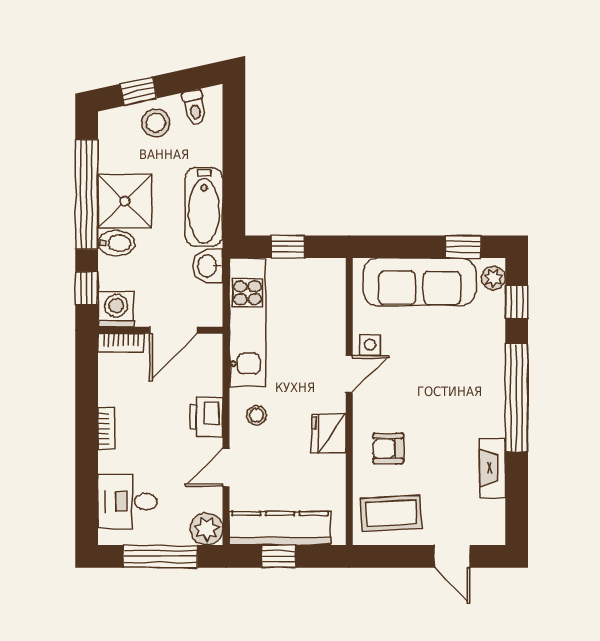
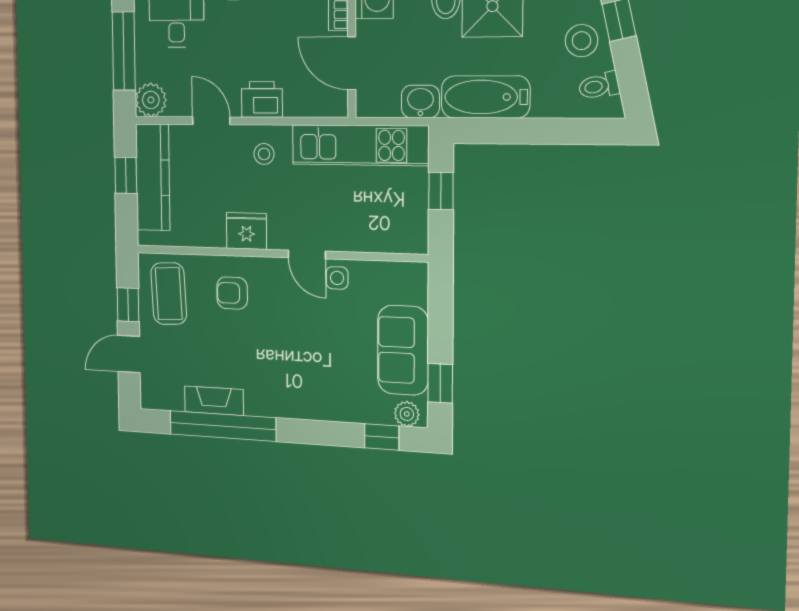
sofa: (420, 282) -> (403, 350), width x0.73
window: (517, 398) -> (223, 426), moved
armchair: (388, 448) -> (232, 293), turned -90
window: (404, 556) -> (128, 305), added

